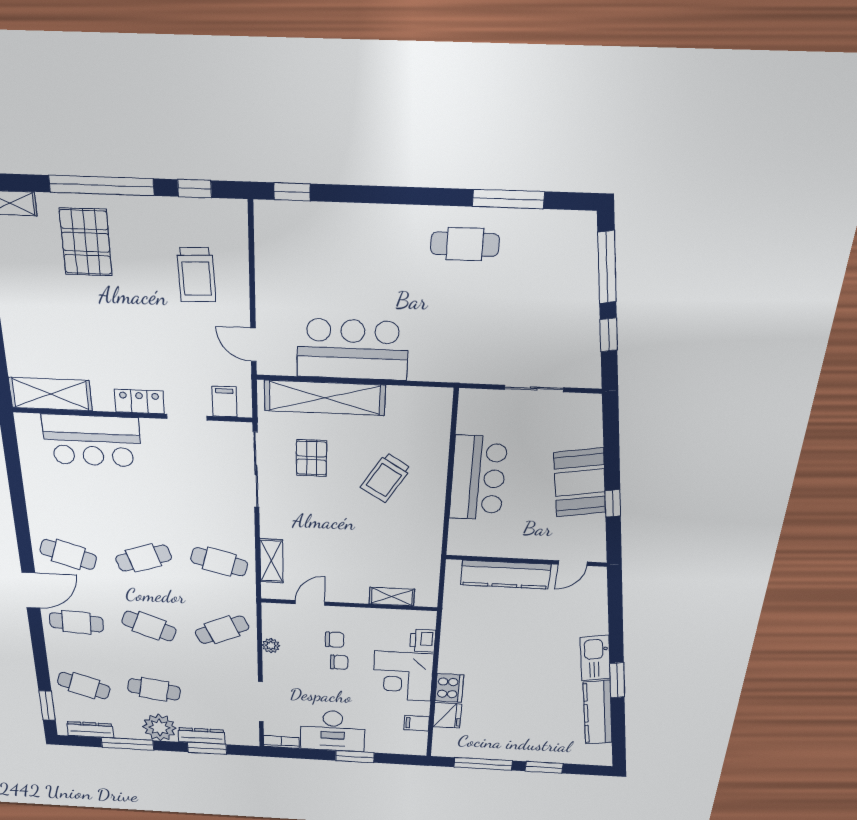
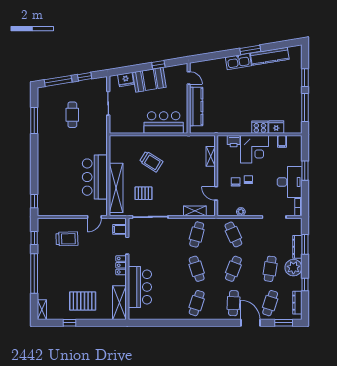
pallet: (86, 242) -> (83, 301), moved
cafe table: (465, 244) -> (72, 115), moved
fridge: (588, 431) -> (126, 80), added
bar counter: (478, 478) -> (164, 122), moved
door: (31, 590) -> (250, 323), moved
window: (127, 744) -> (305, 285), width x0.46

